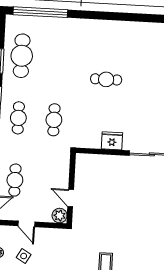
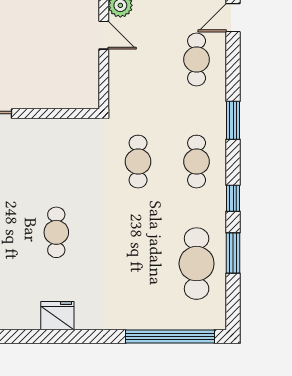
cafe table: (106, 79) -> (56, 232), turned 90
fridge: (112, 141) -> (57, 316), moved, turned 180

